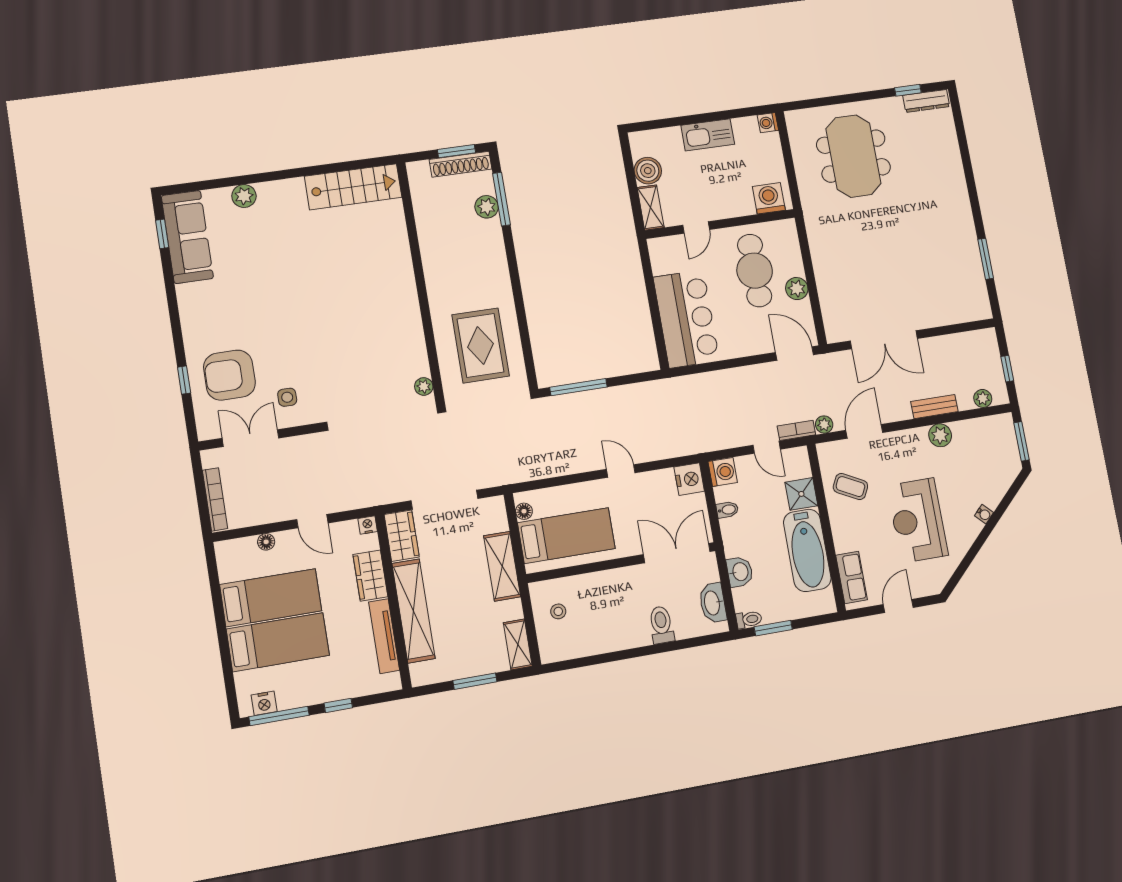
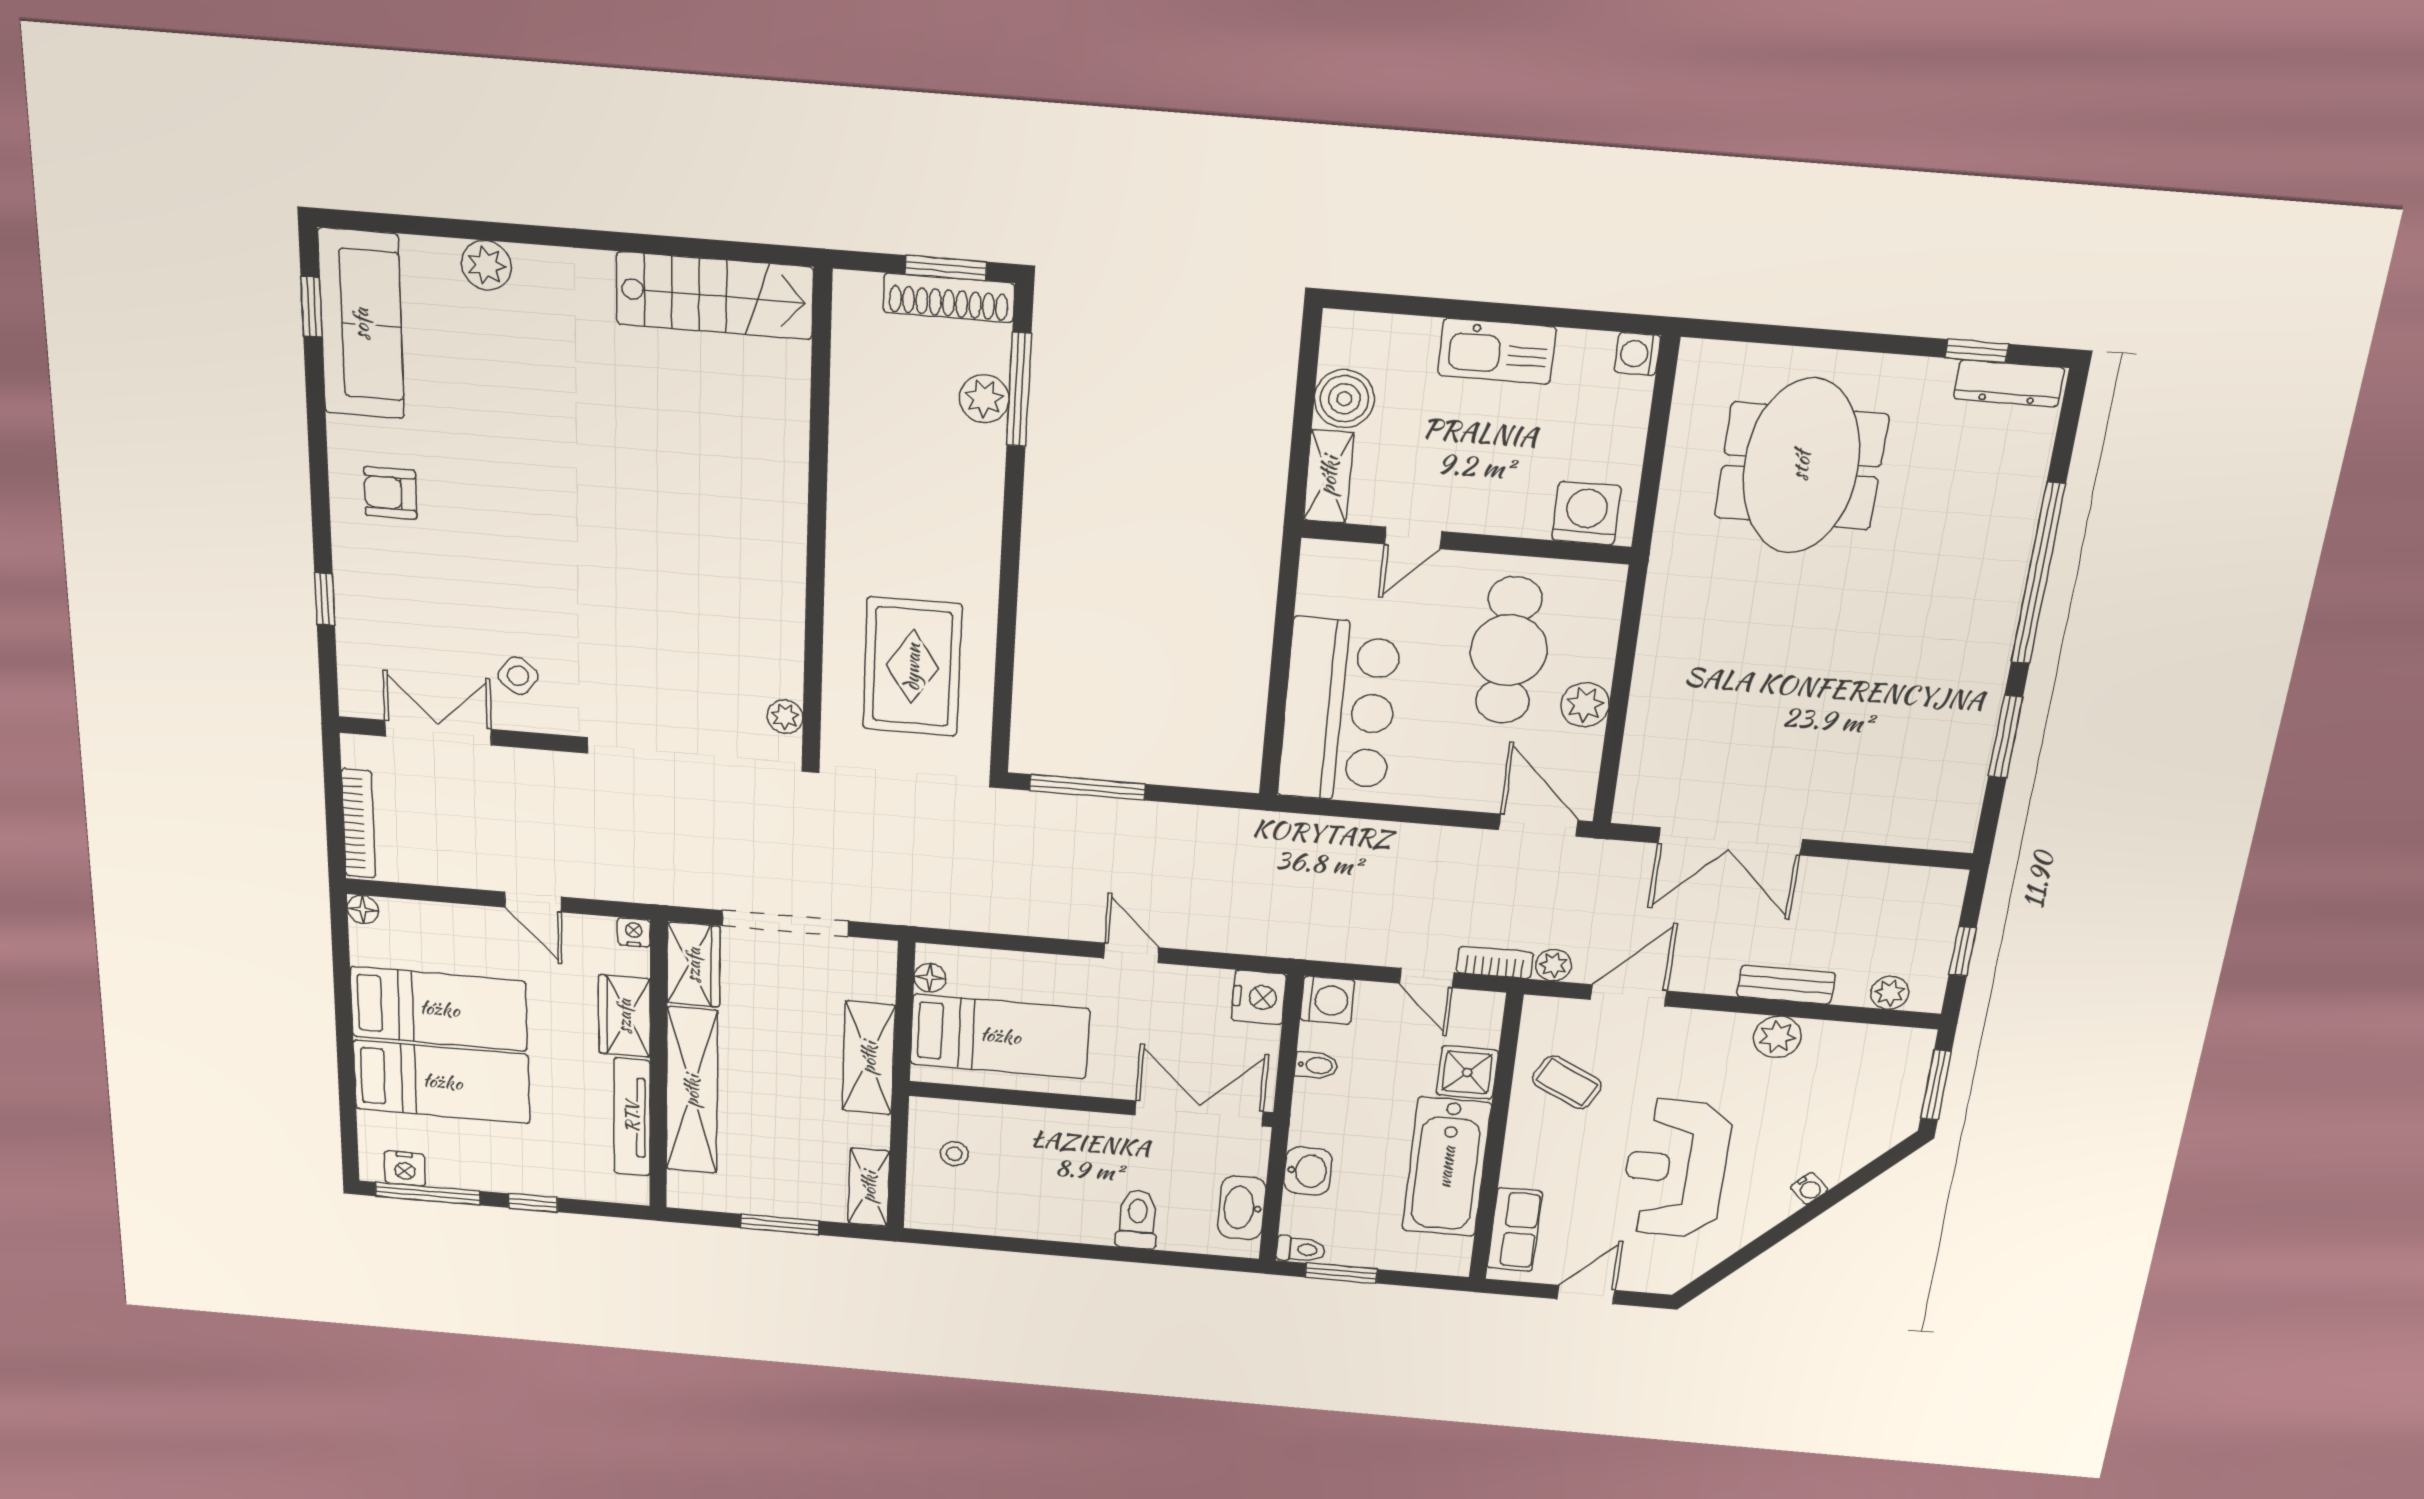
window: (970, 181) -> (2038, 574), added
armchair: (229, 375) -> (390, 493), moved, width x0.53, depth x0.53
side table: (287, 397) -> (518, 676), turned 38
floor lamp: (266, 542) -> (363, 910), moved

